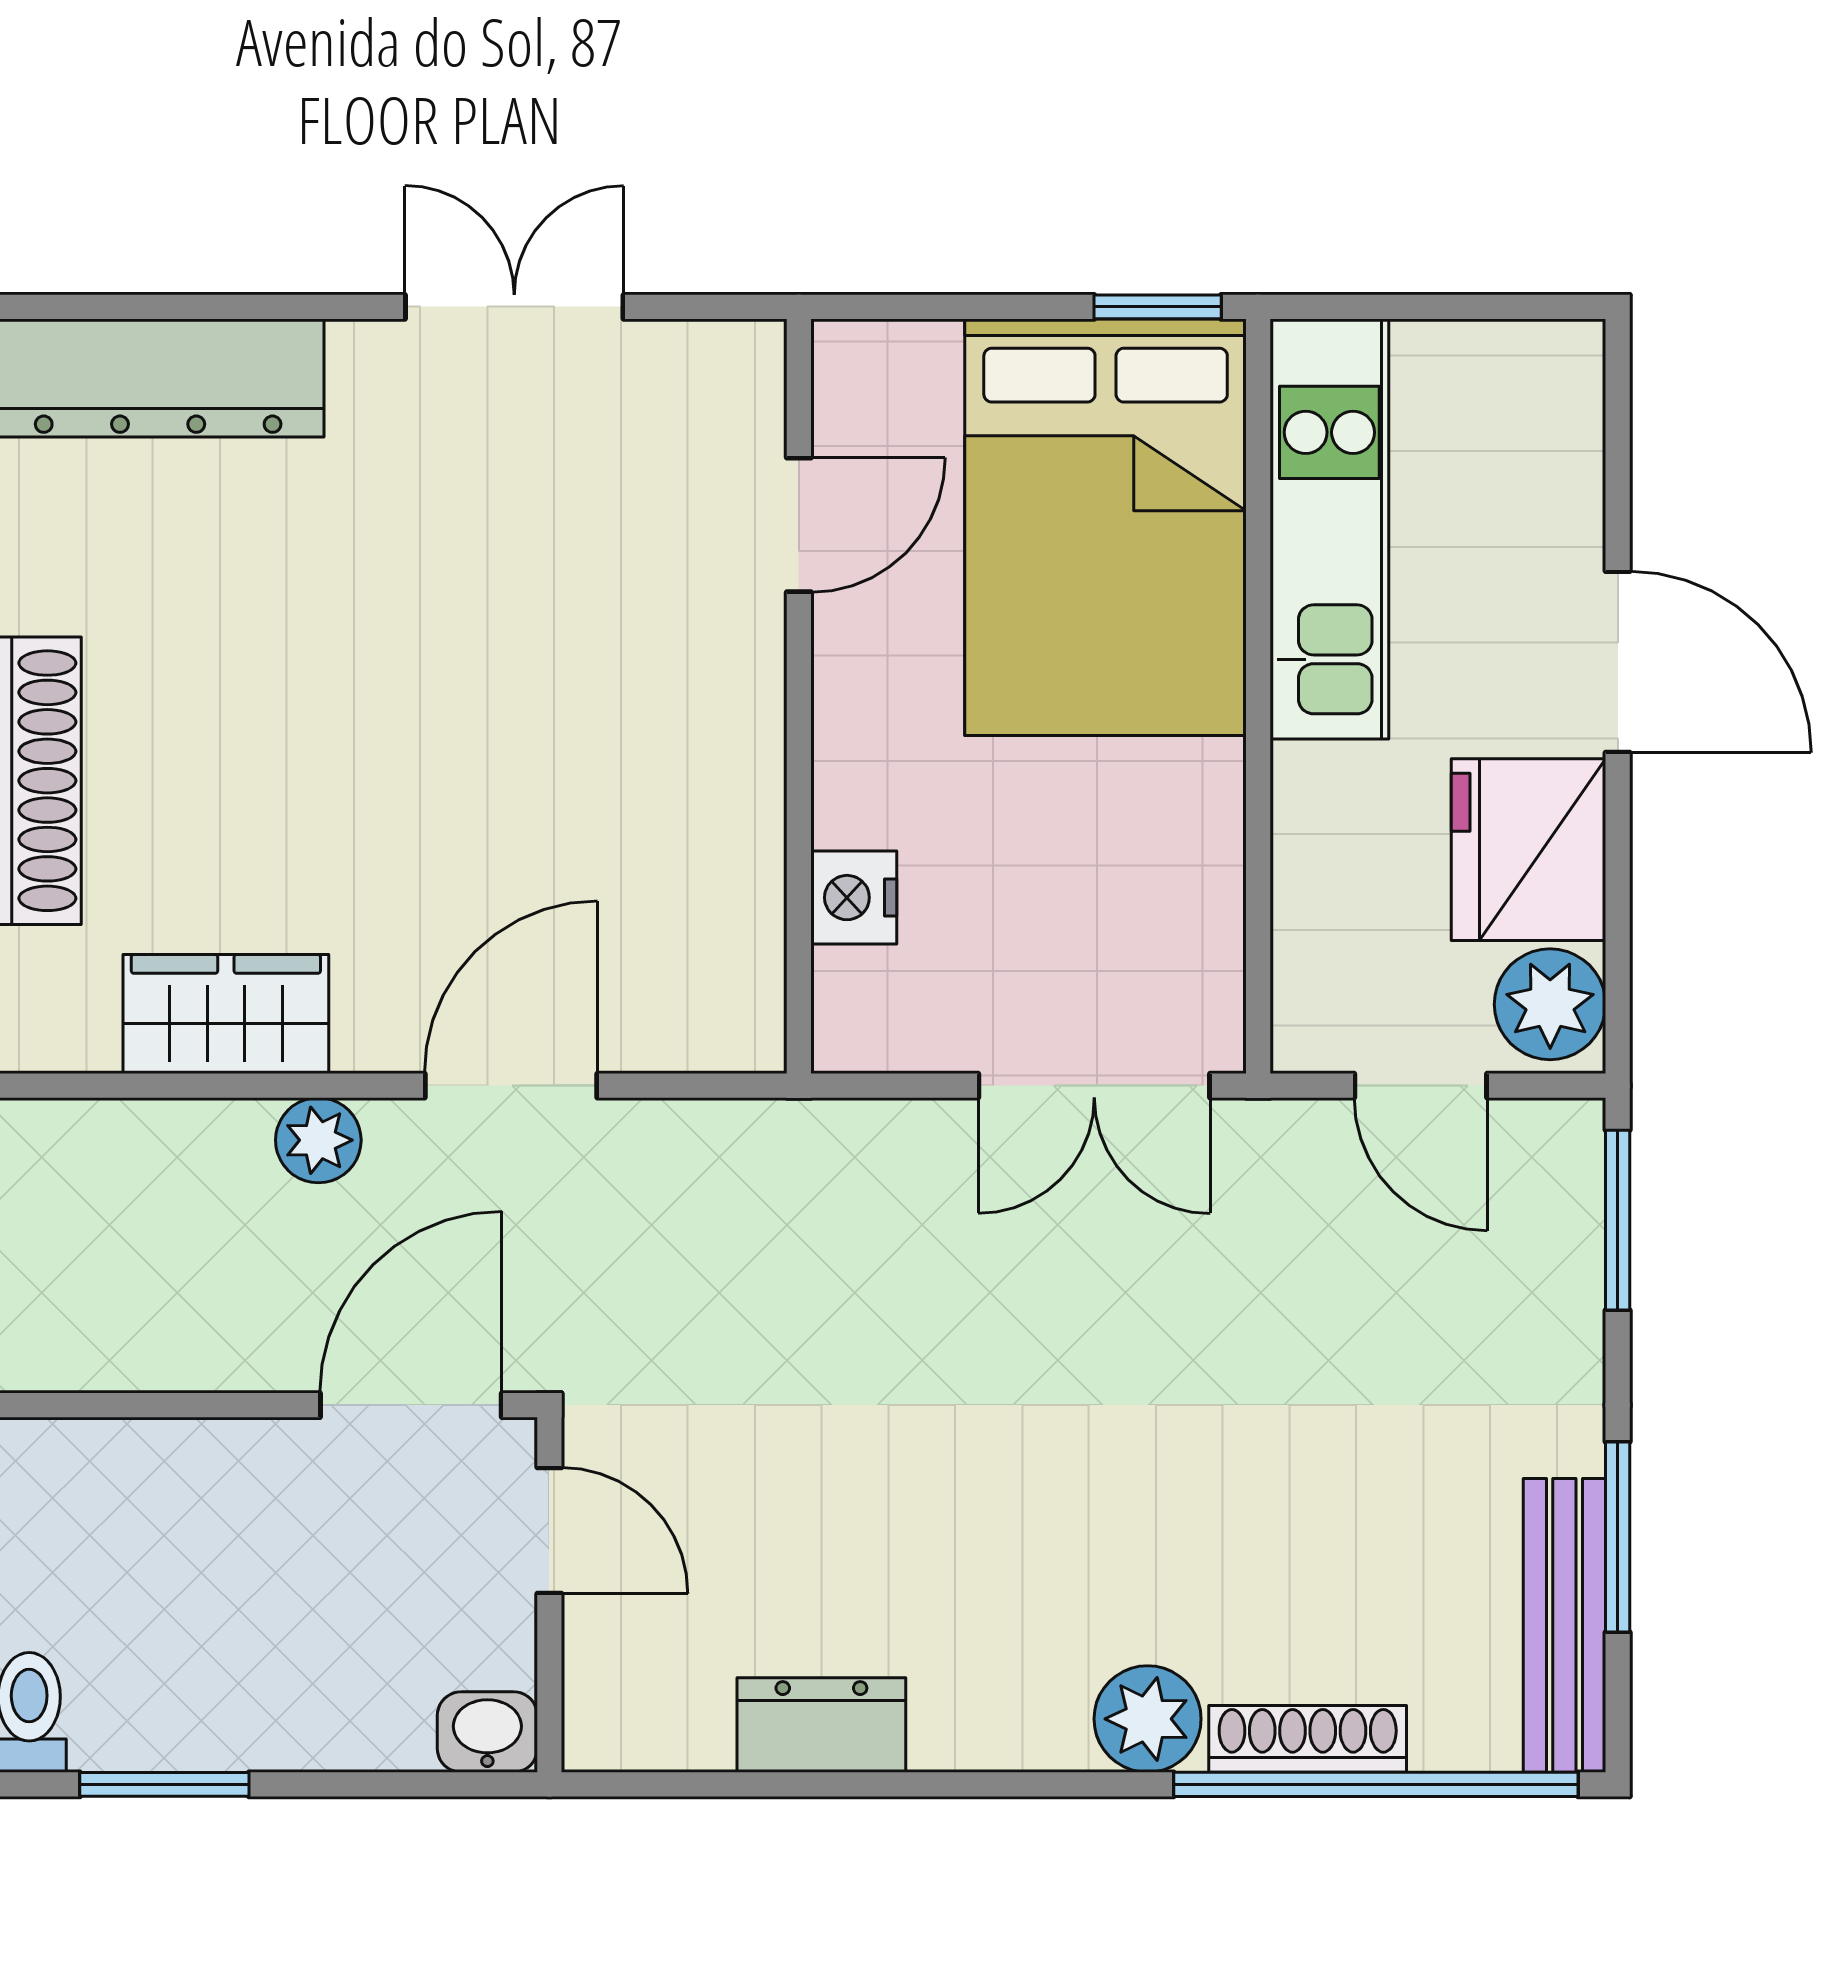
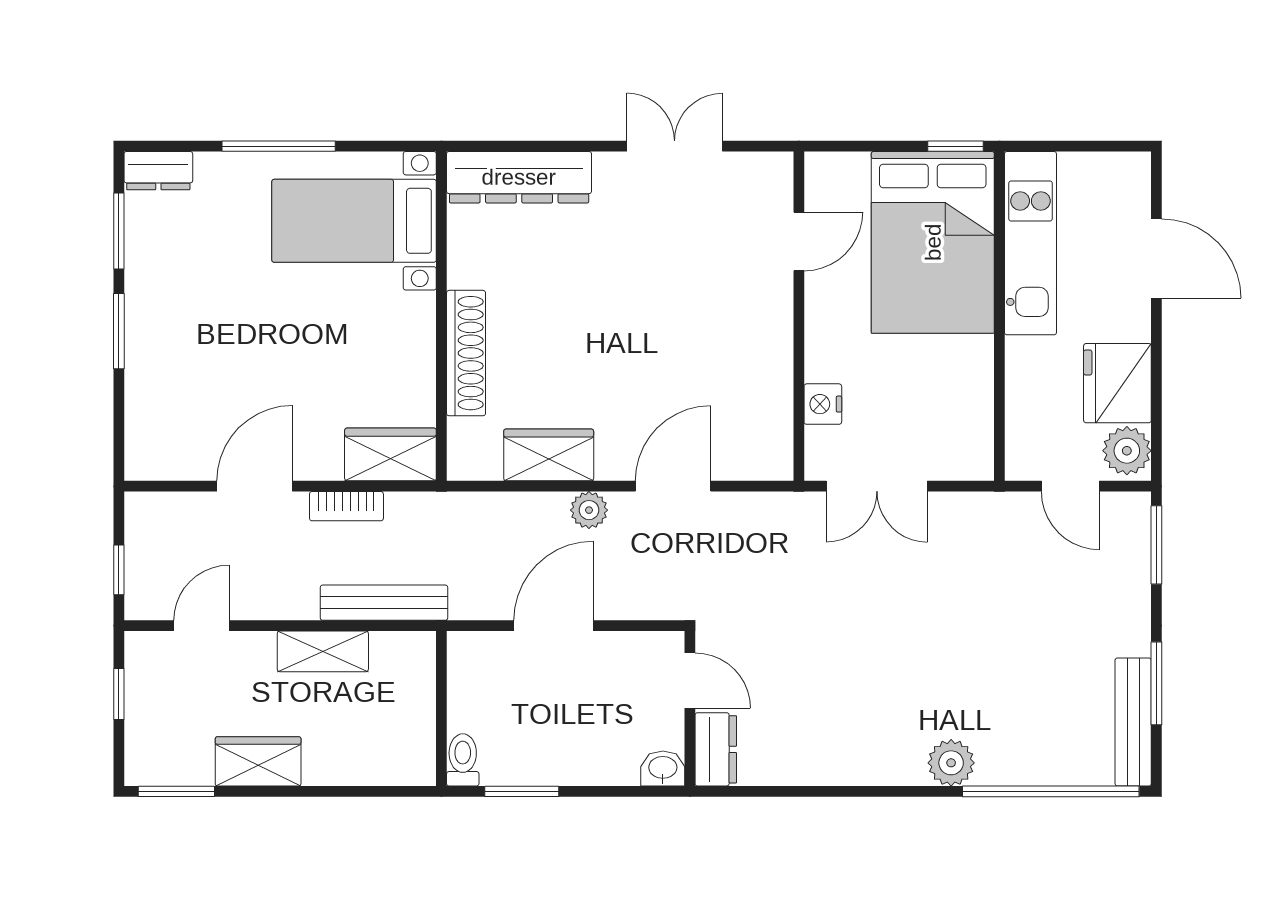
door: (1618, 662) -> (1156, 258), moved
double door: (1094, 1086) -> (877, 486), moved
door: (411, 1405) -> (554, 626), moved
dresser: (821, 1725) -> (716, 749), moved, turned 90
shoe rack: (1308, 1739) -> (1021, 771), removed

